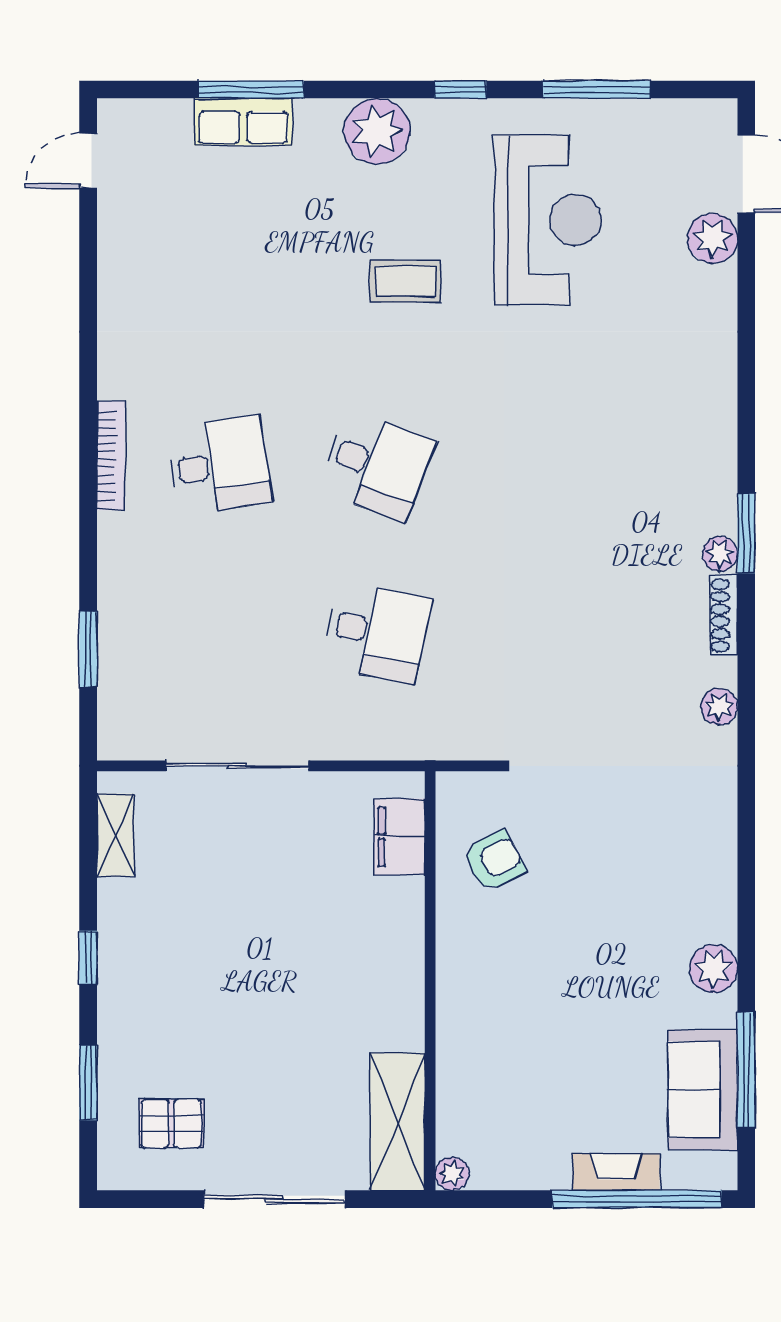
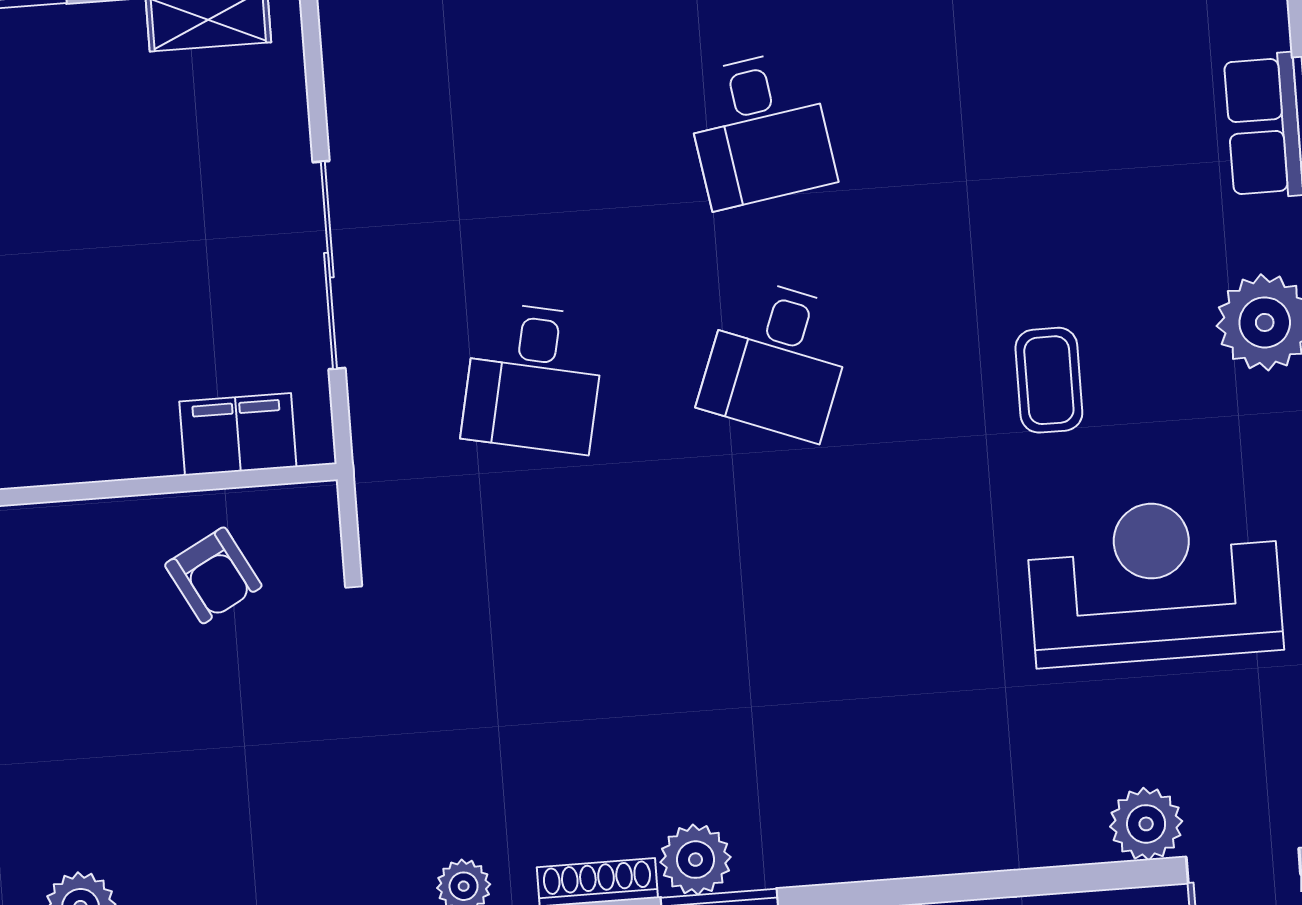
reception desk: (548, 220) -> (1154, 582), turned 180
plant: (720, 554) -> (696, 860), width x1.38, depth x1.38
sliding door: (237, 766) -> (329, 265), moved

